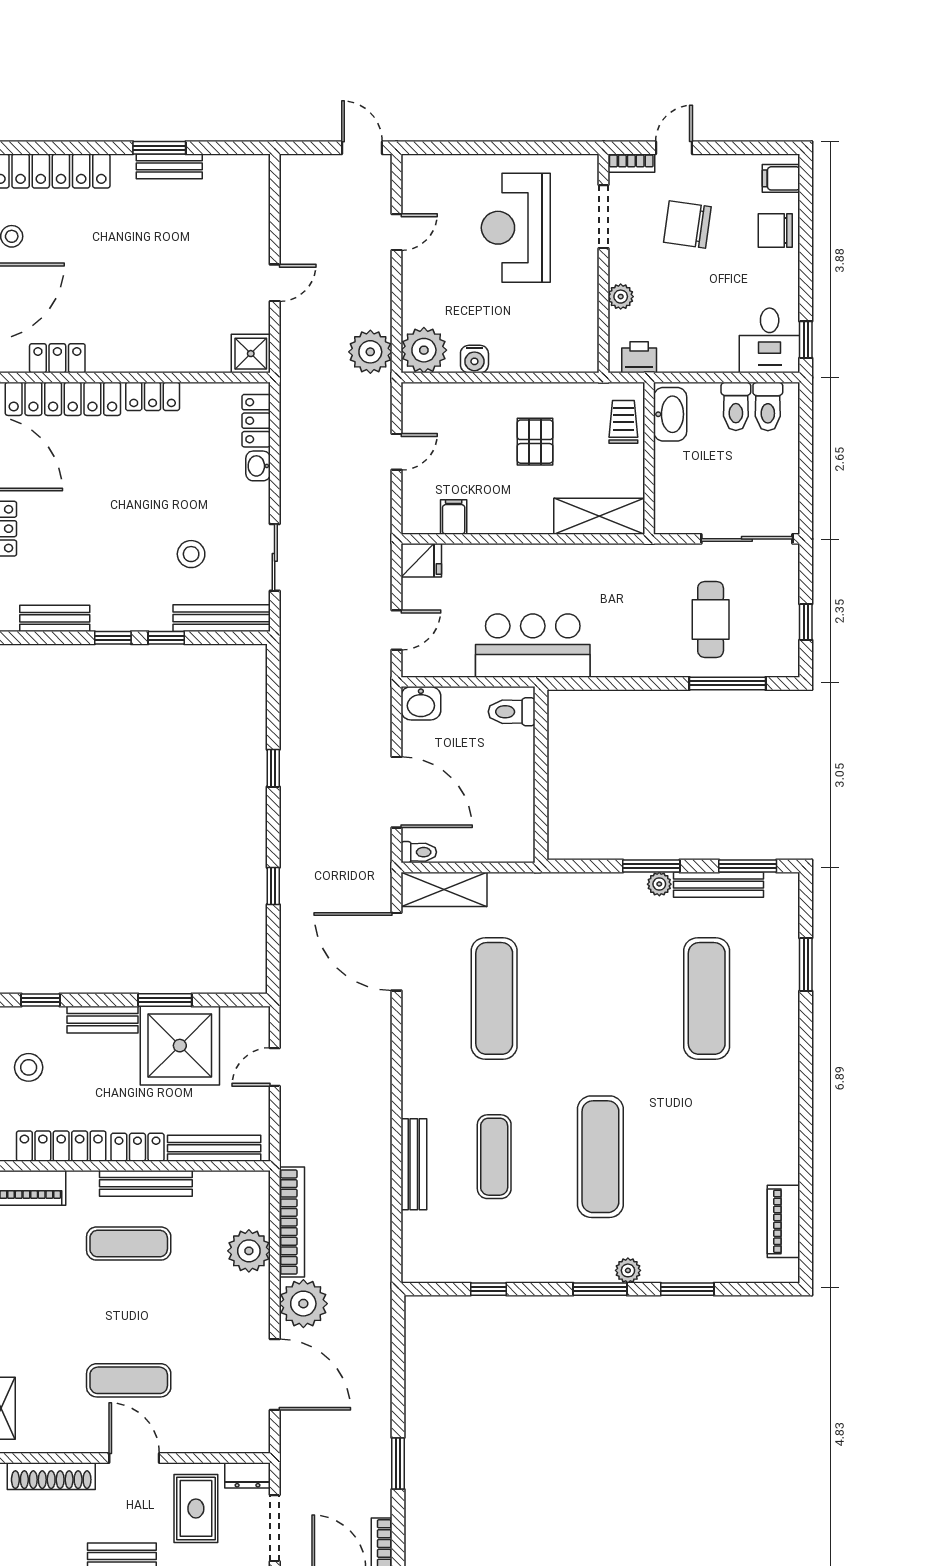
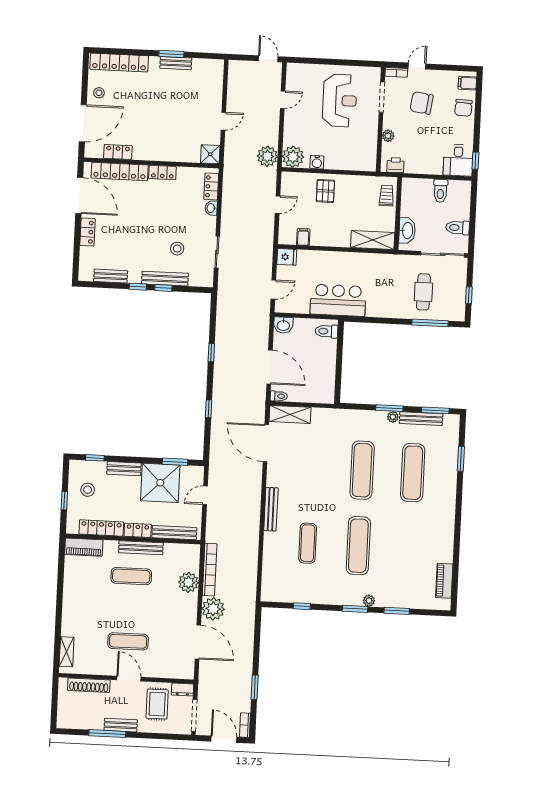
reception desk: (516, 228) -> (340, 100), turned 180
chair: (775, 230) -> (463, 108), turned -87
toilet: (768, 406) -> (458, 228), moved, turned 90
washbasin: (670, 414) -> (407, 231), moved
pallet: (535, 442) -> (325, 191), moved
bench: (222, 618) -> (165, 279), moved
exercise mat: (494, 998) -> (362, 470), moved
window: (165, 1000) -> (175, 462), moved
bench: (414, 1164) -> (271, 509), moved

